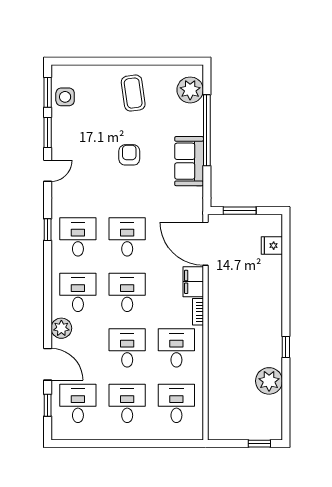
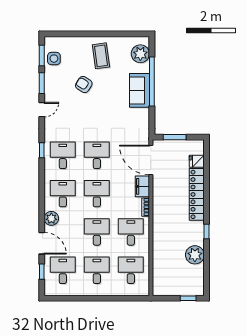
armchair: (129, 155) -> (84, 84), moved, turned -58
sofa: (189, 161) -> (140, 90), moved
locker: (272, 294) -> (197, 194), added

